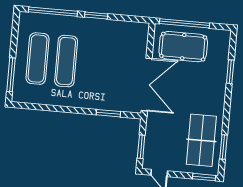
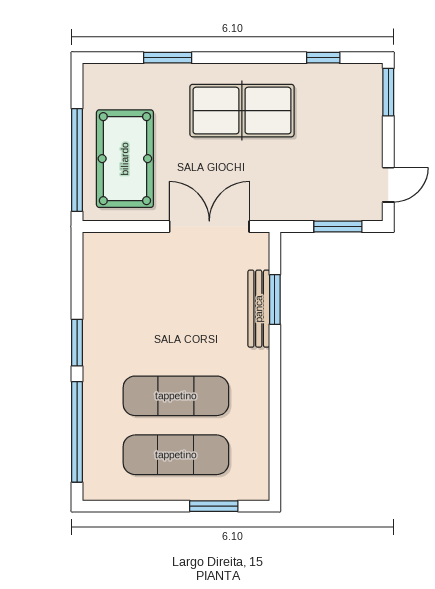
window: (11, 75) -> (214, 506), width x0.69
double door: (147, 85) -> (209, 227), width x0.73
bench: (105, 105) -> (259, 309), added
table tennis table: (201, 140) -> (242, 111), moved
window: (223, 147) -> (323, 58), width x0.67

